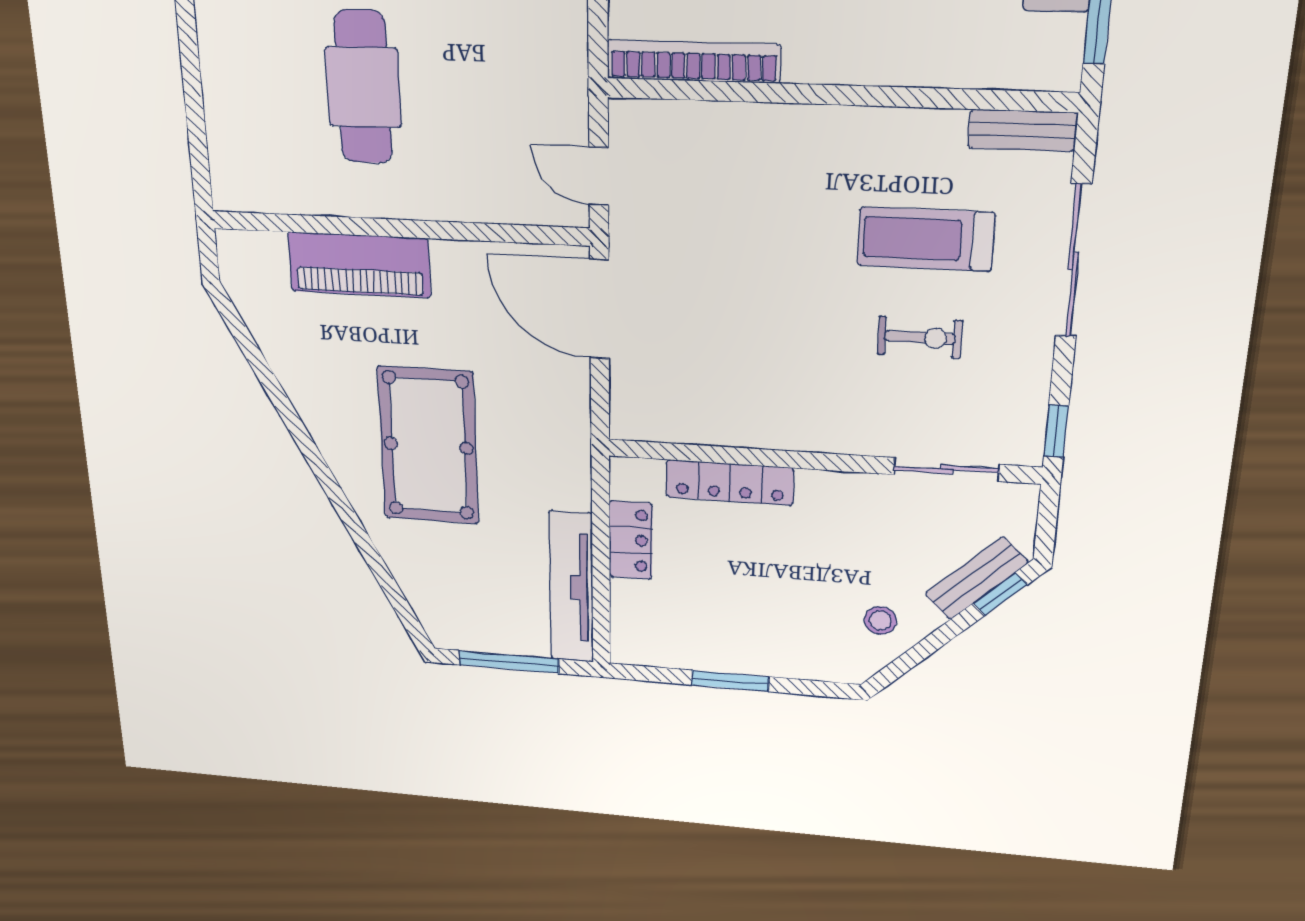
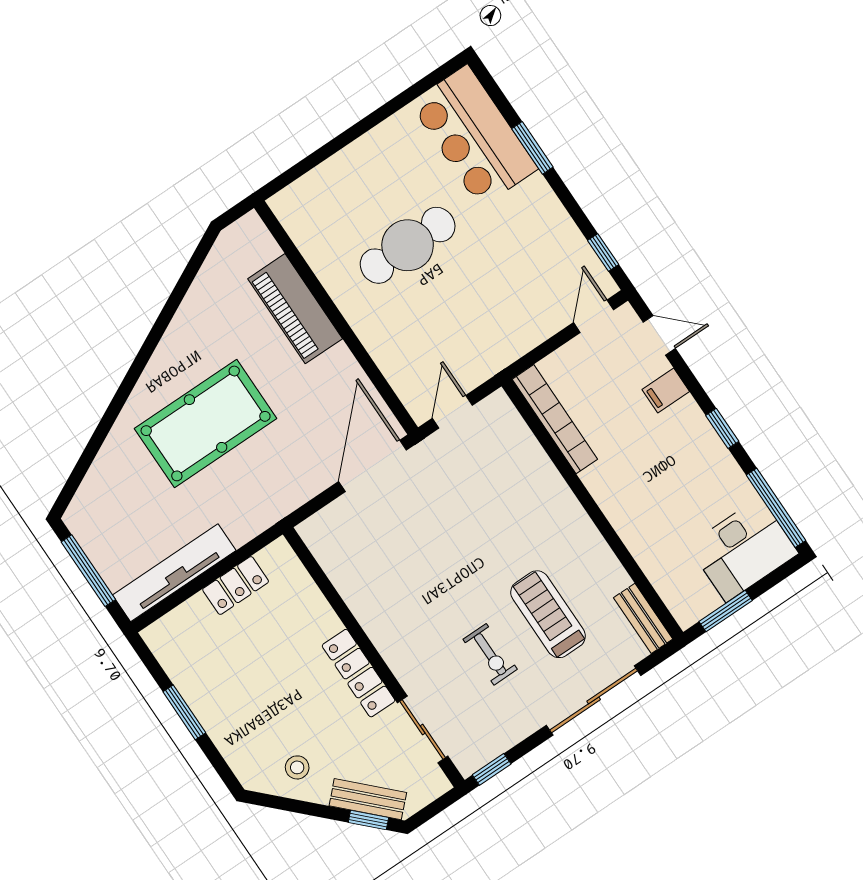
locker: (730, 482) -> (359, 673), moved

